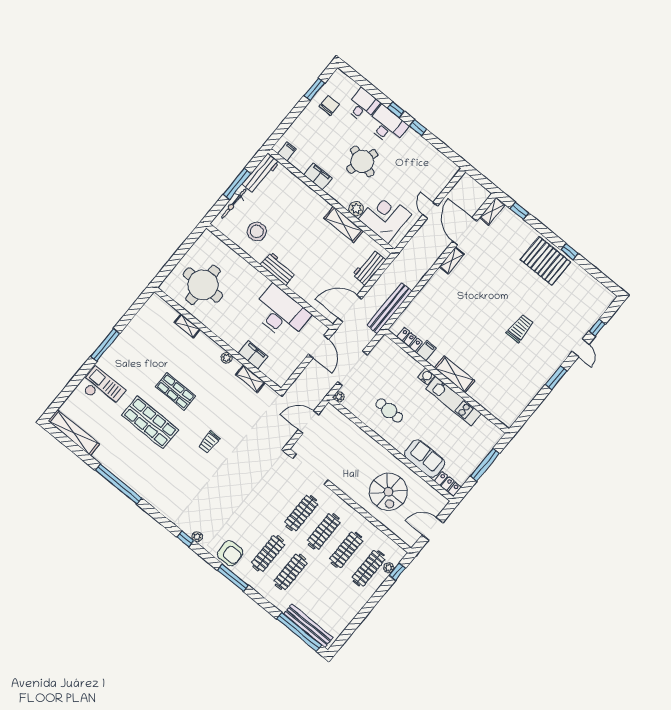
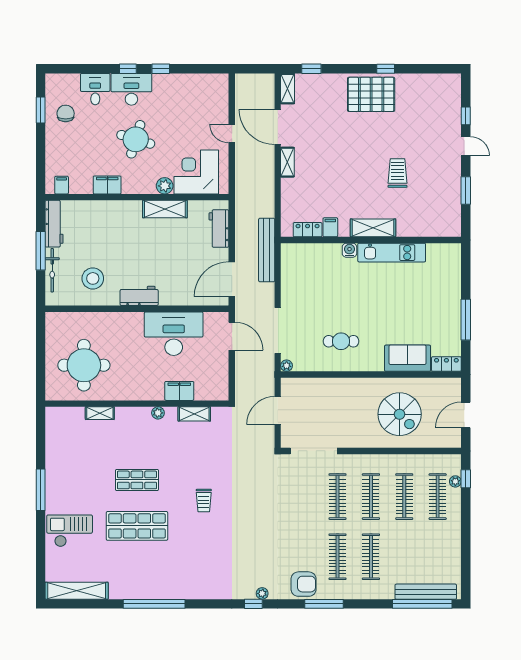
locker: (410, 340) -> (308, 230), moved
filing cabinet: (426, 350) -> (330, 227), moved
shelving: (455, 374) -> (373, 228), moved
water cooler: (426, 376) -> (349, 250), moved
wall: (447, 381) -> (371, 240), moved
kitchen unit: (454, 401) -> (392, 253), moved

